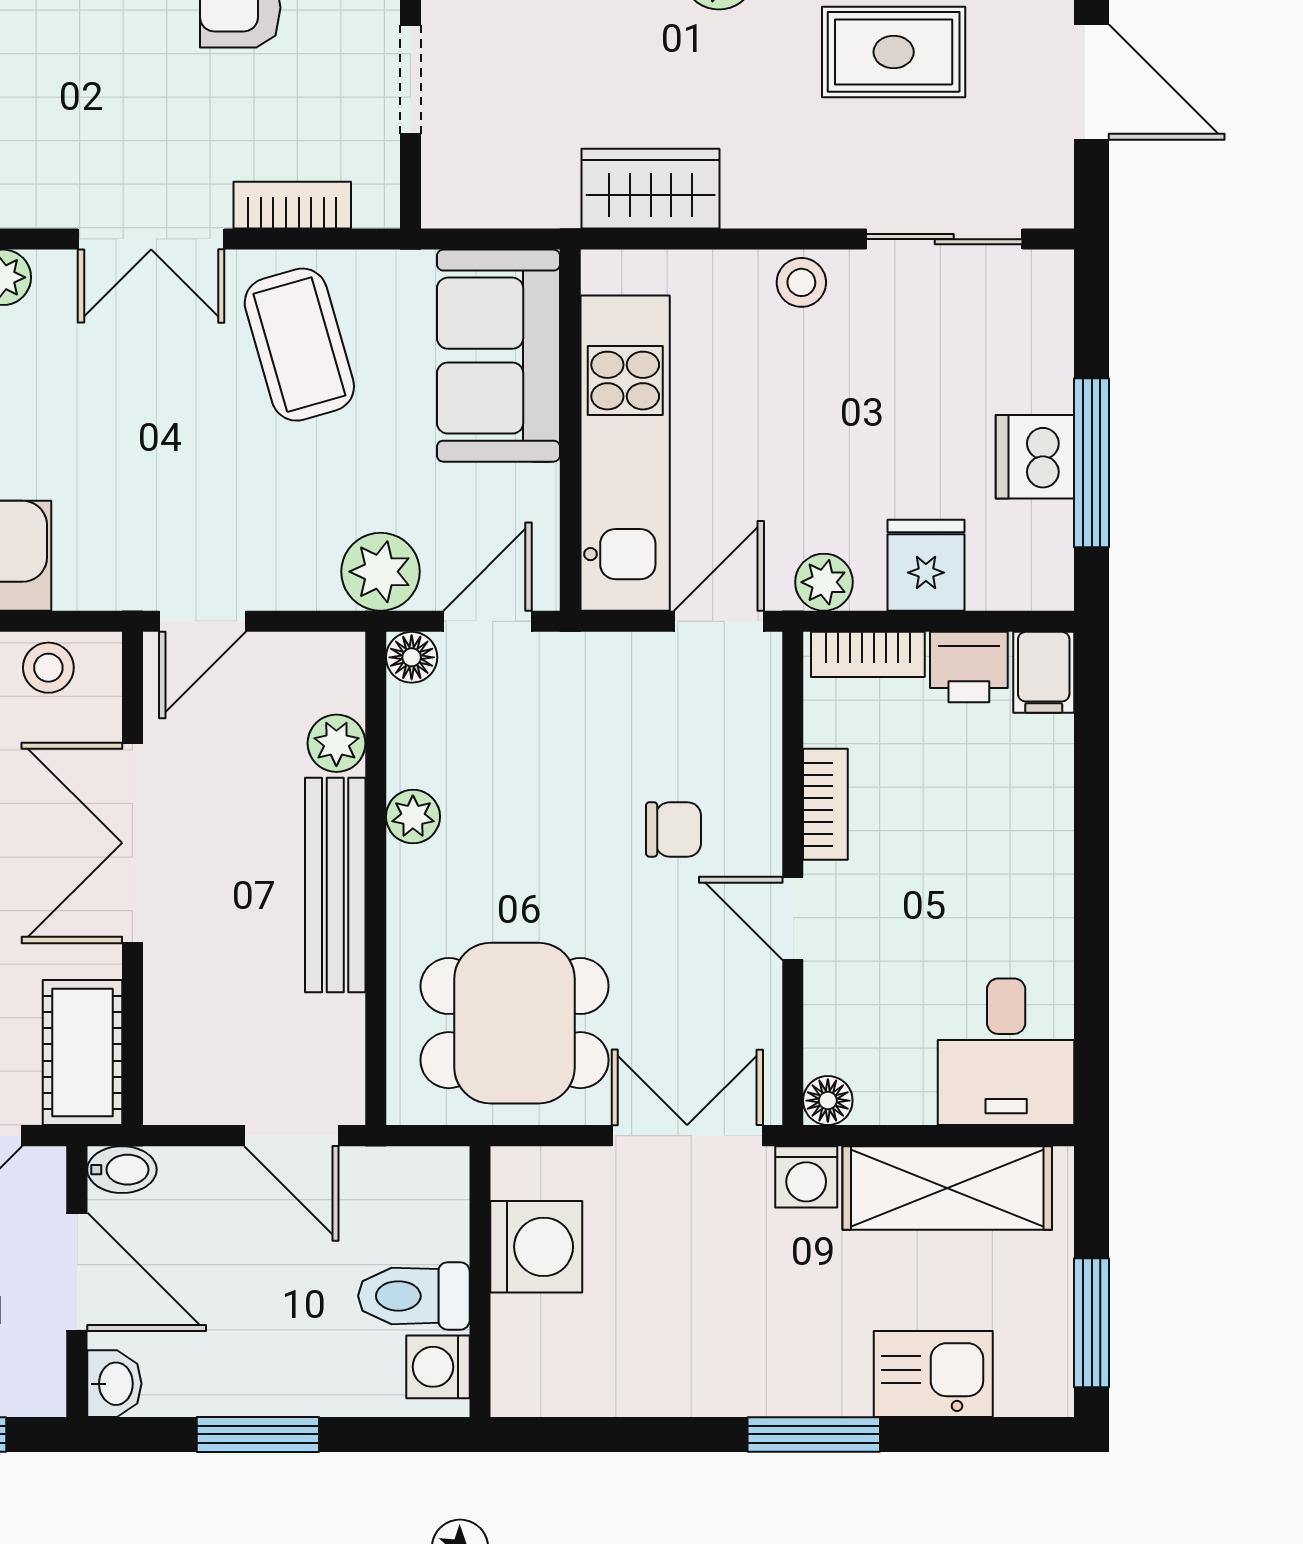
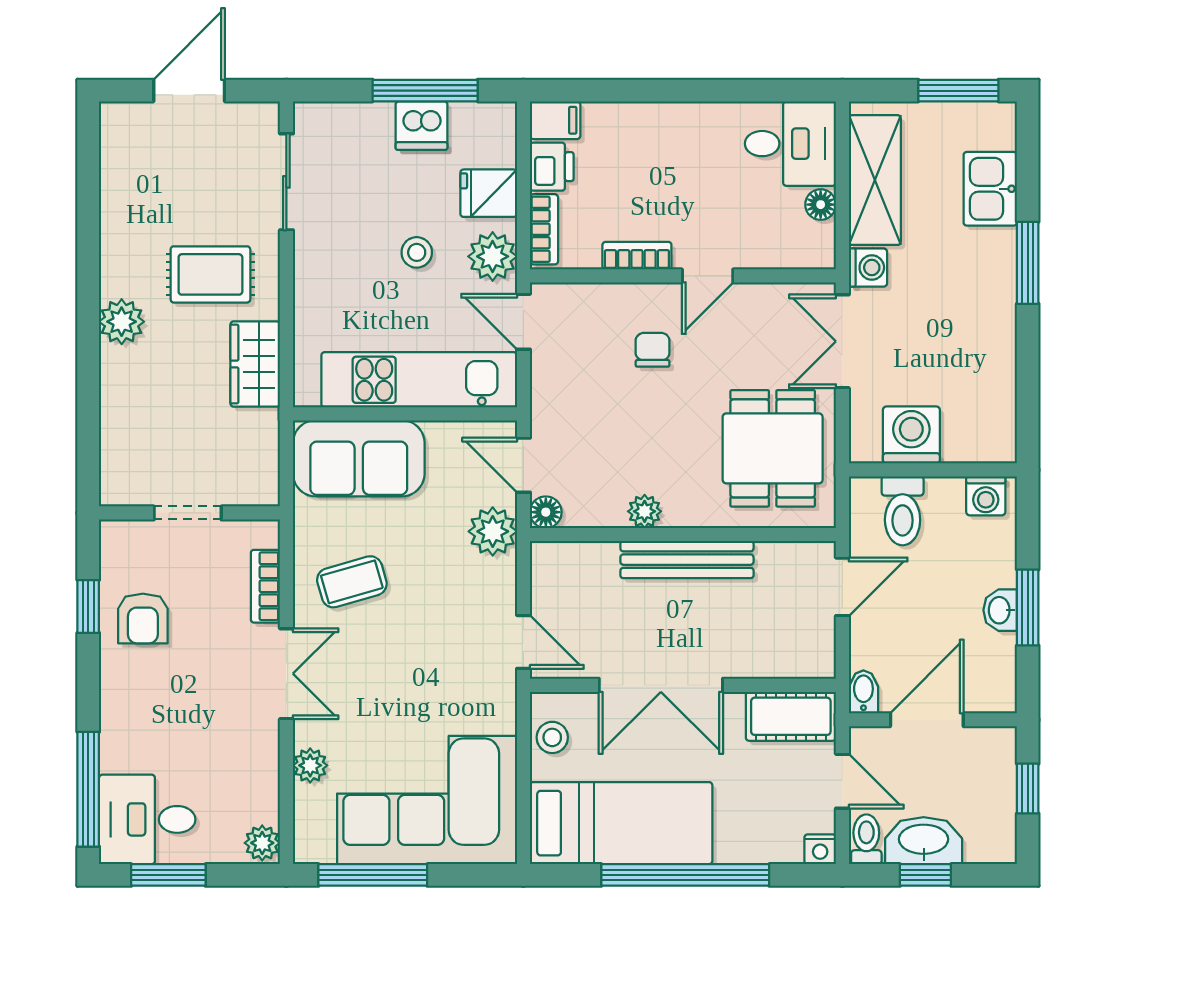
rug: (894, 52) -> (210, 274), moved, turned 90
stool: (801, 282) -> (417, 252), moved
coffee table: (299, 345) -> (352, 582), width x0.73, depth x0.77
plant: (824, 582) -> (493, 256), width x1.38, depth x1.38
plant: (336, 743) -> (599, 559), removed
floor lamp: (828, 1101) -> (821, 205), moved
toilet: (414, 1296) -> (903, 511), moved
washbasin: (114, 1384) -> (1000, 610), moved, turned -90

